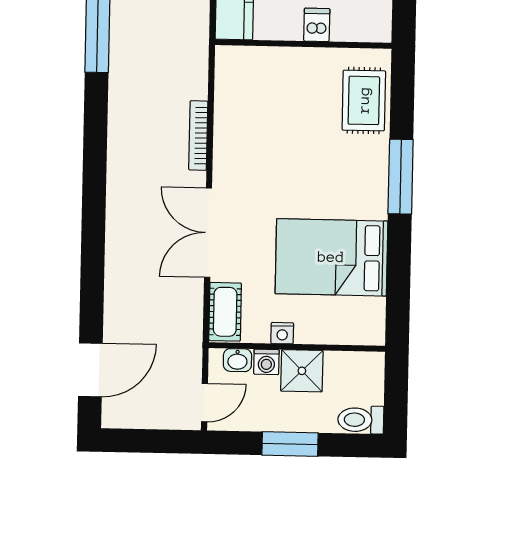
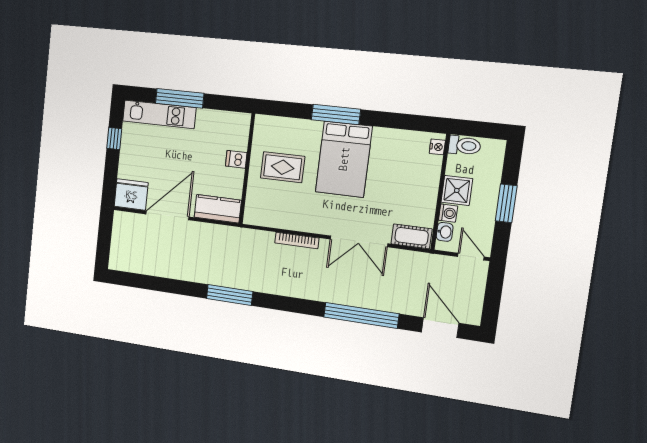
rug: (364, 100) -> (283, 167), moved
window: (93, 249) -> (361, 315), added
bed: (331, 257) -> (344, 159), moved
nightstand: (282, 333) -> (437, 147), moved
toilet: (361, 420) -> (464, 146), moved, turned -90

